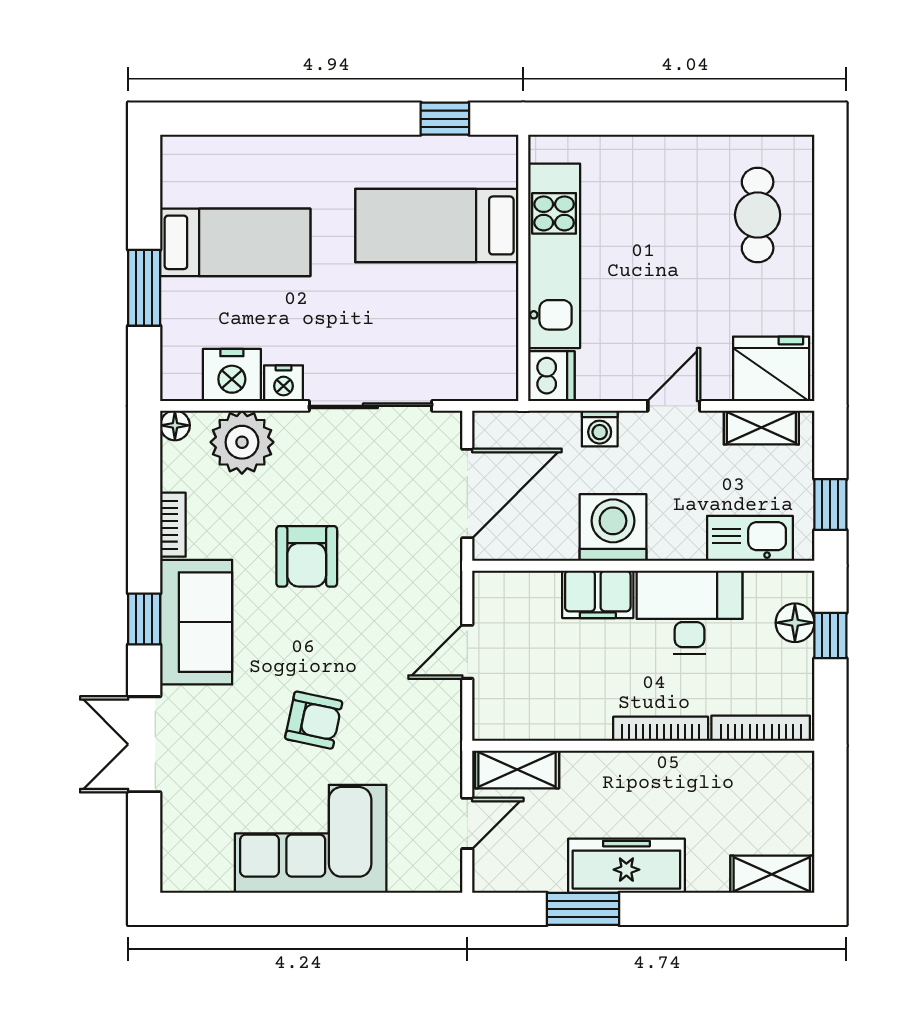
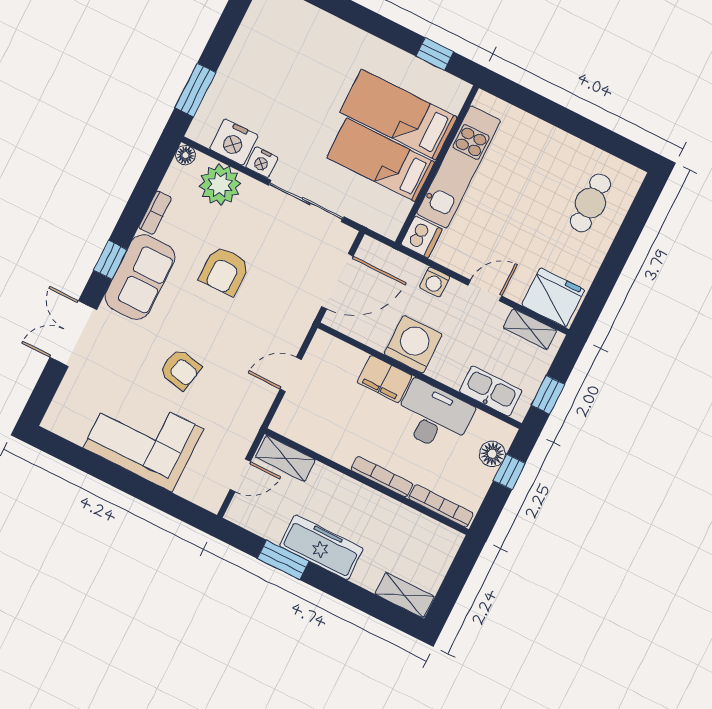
bed: (235, 242) -> (381, 160), moved, turned 180
window: (144, 288) -> (195, 90), moved

